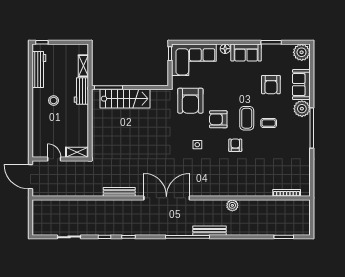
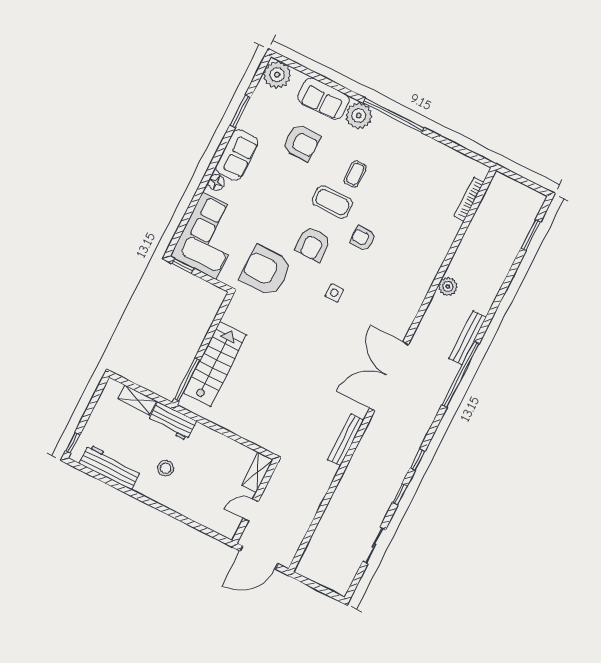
armchair: (190, 101) -> (266, 271), turned 180

